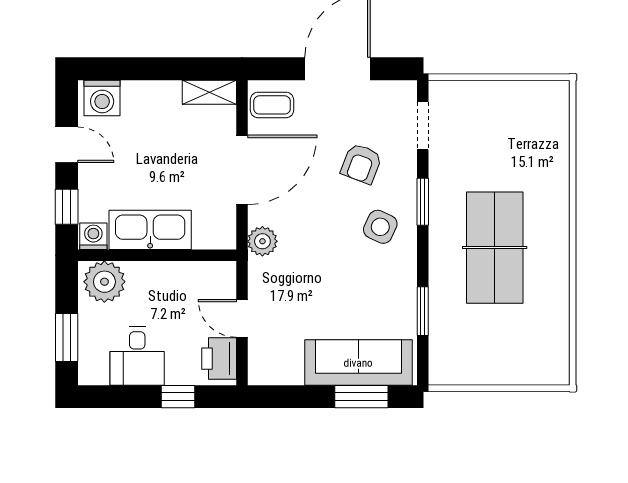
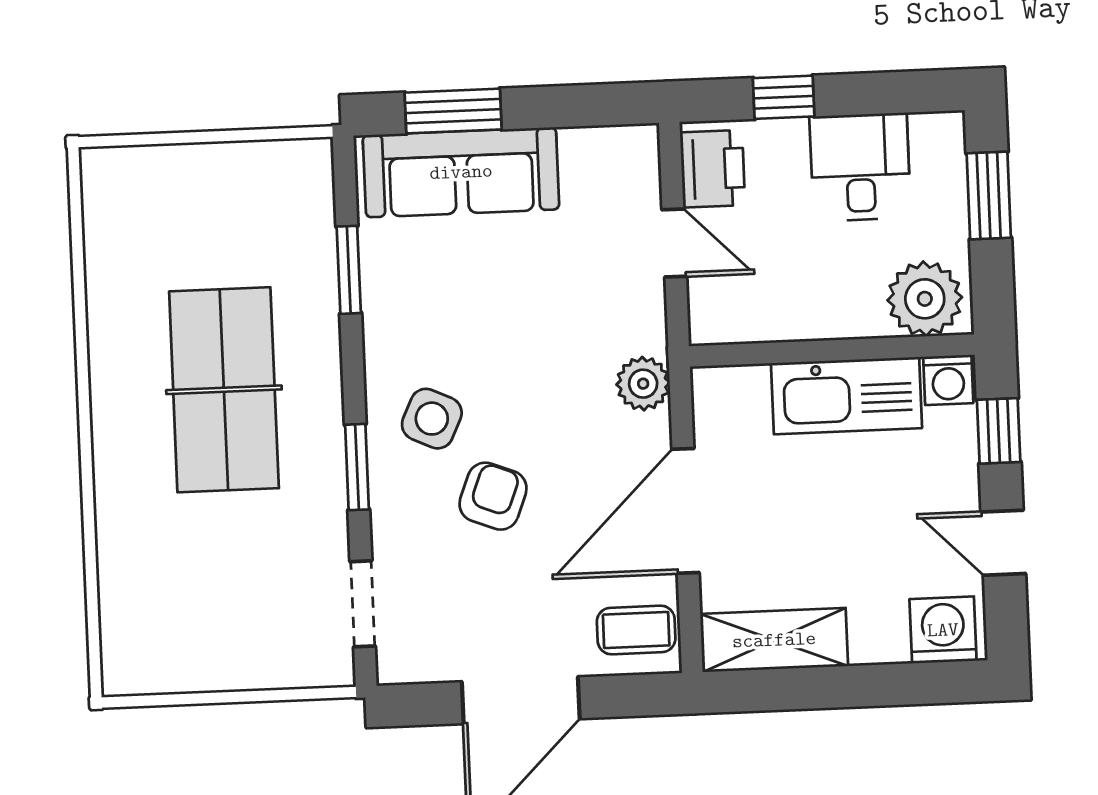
shelving: (209, 92) -> (774, 640), width x1.50, depth x1.33
armchair: (361, 164) -> (493, 496), moved

